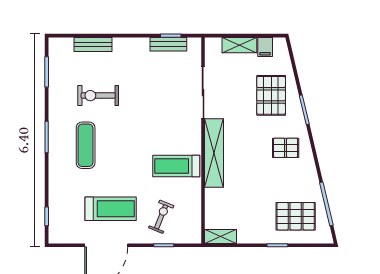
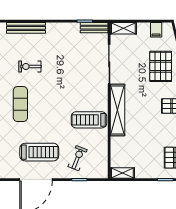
bench: (93, 44) -> (26, 28), width x1.36
bench: (168, 44) -> (94, 28), moved
shelving: (239, 45) -> (123, 28), moved
exercise bike: (98, 96) -> (30, 67), width x0.73, depth x0.72

